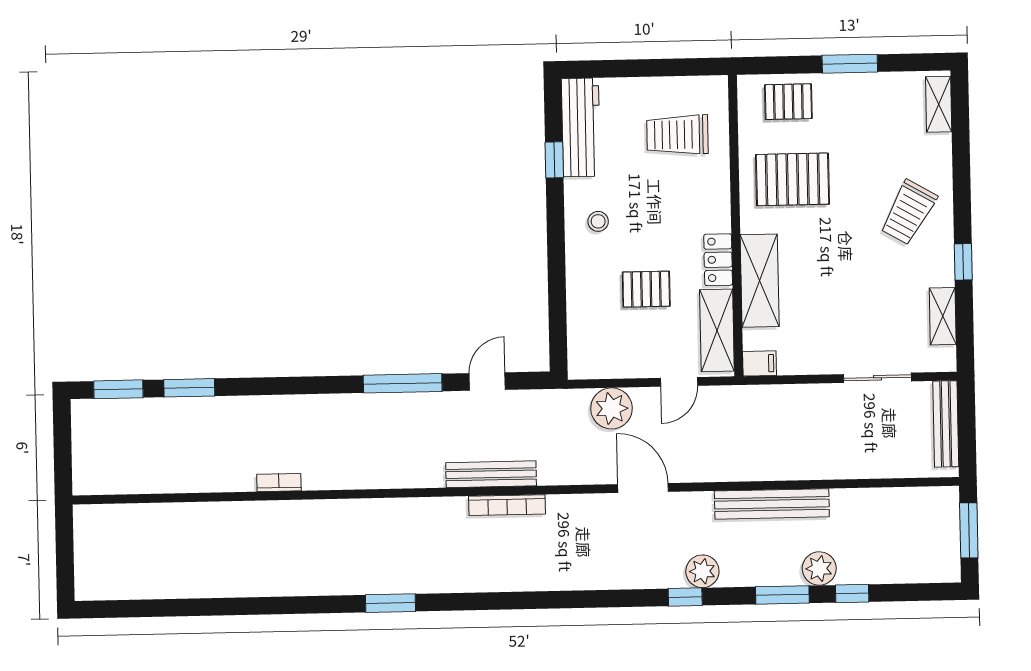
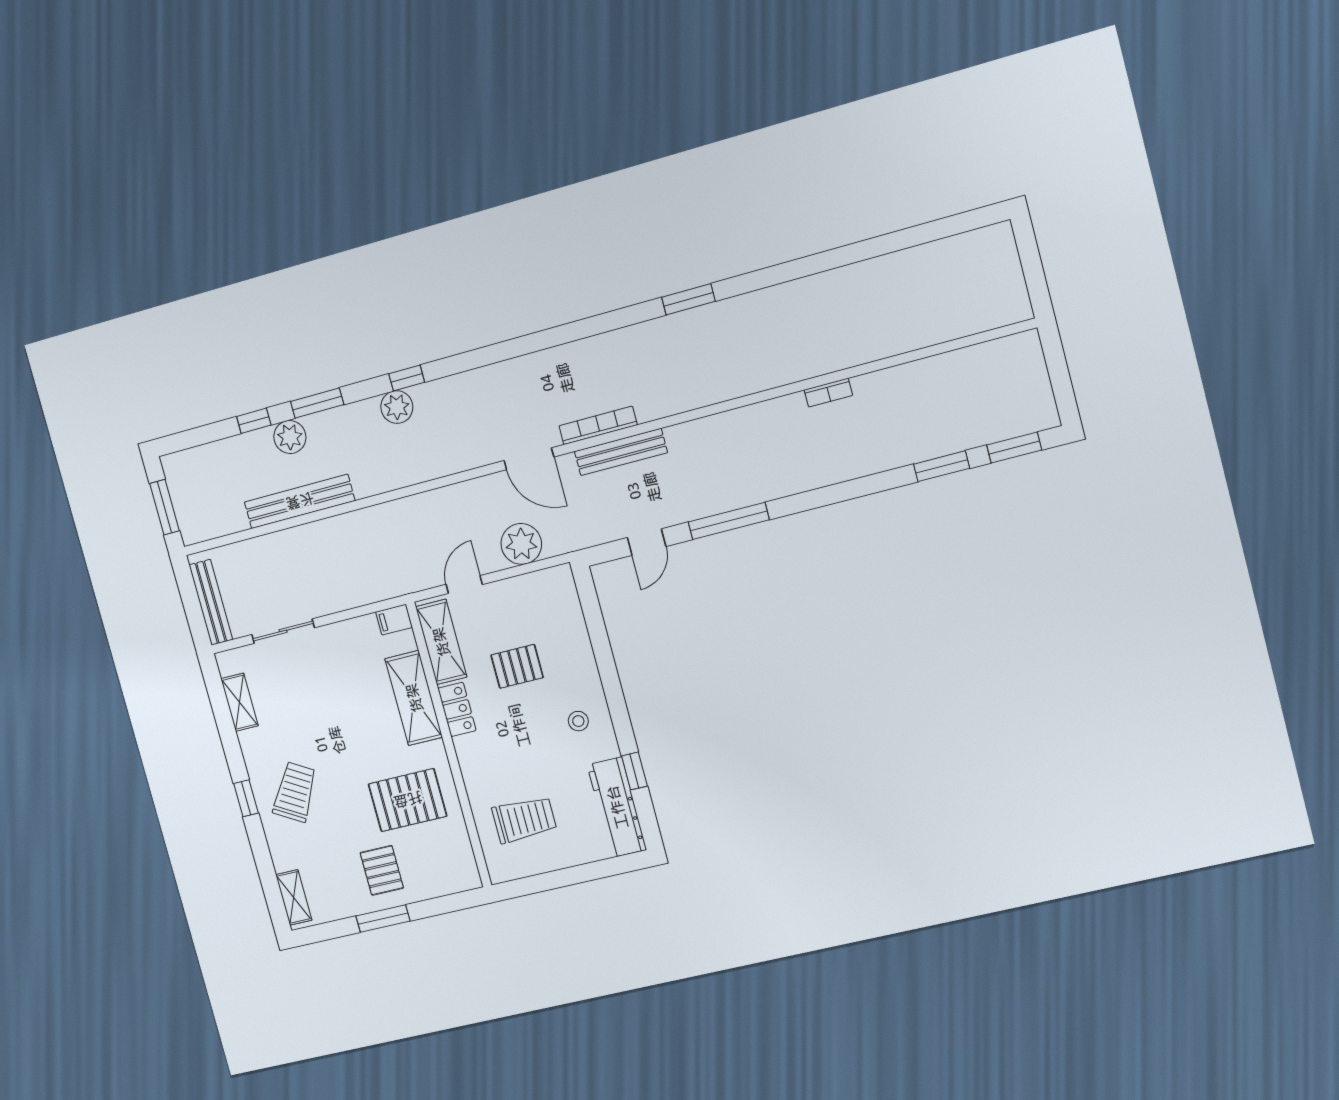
pallet: (788, 102) -> (382, 870), moved, turned 90
window: (963, 262) -> (246, 798), moved
door: (643, 488) -> (529, 459), moved
bench: (772, 504) -> (300, 501), moved

